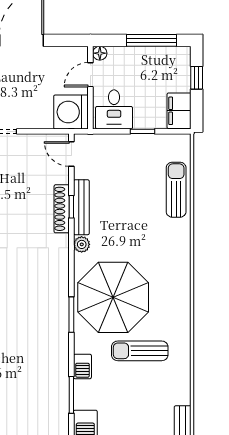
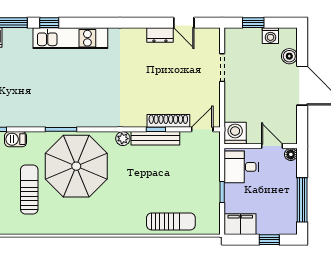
washing machine: (71, 112) -> (235, 133), width x0.73, depth x0.73
shoe rack: (62, 209) -> (168, 121), moved

